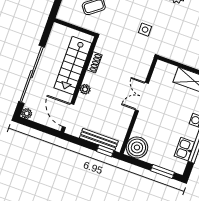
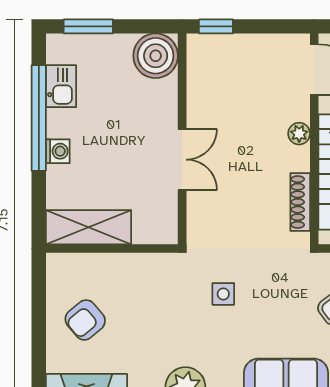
shoe rack: (94, 62) -> (300, 202), width x1.43
bench: (99, 139) -> (237, 44), removed

